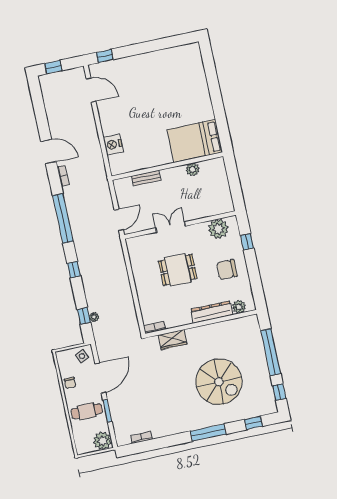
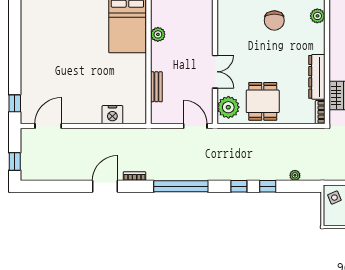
double door: (170, 227) -> (215, 72), swing flipped
plant: (218, 229) -> (228, 107), moved
dining table: (178, 270) -> (263, 101), moved
dresser: (212, 312) -> (317, 77), moved
window: (84, 316) -> (268, 186), moved

